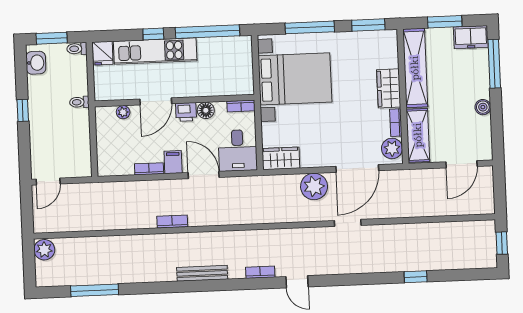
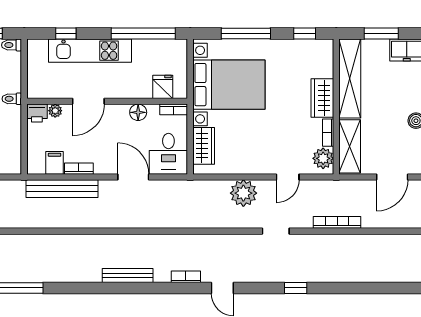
window: (368, 25) -> (305, 34), width x0.67
window: (153, 34) -> (66, 34), moved
fridge: (103, 53) -> (163, 87), moved, turned 180
printer: (186, 112) -> (37, 113), moved
wardrobe: (281, 158) -> (204, 146), moved, turned 90
filing cabinet: (173, 162) -> (54, 163), moved
door: (357, 169) -> (288, 177), width x0.53
bench: (133, 190) -> (62, 189), added
bookcase: (172, 222) -> (337, 222), moved, width x1.56
window: (416, 277) -> (296, 288), moved

